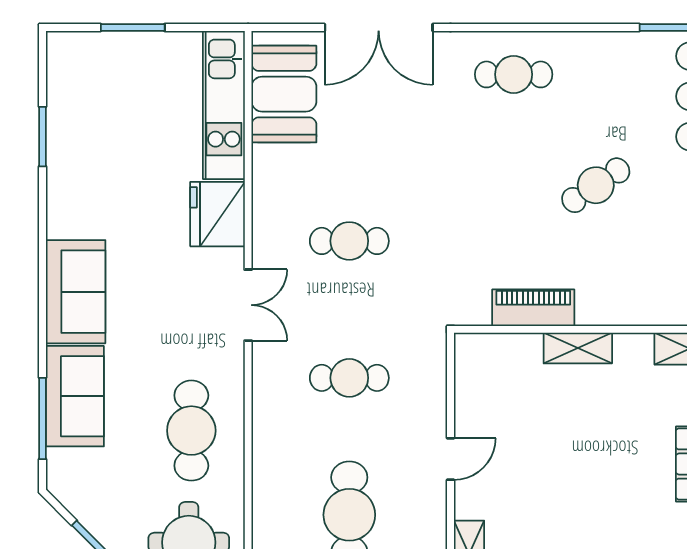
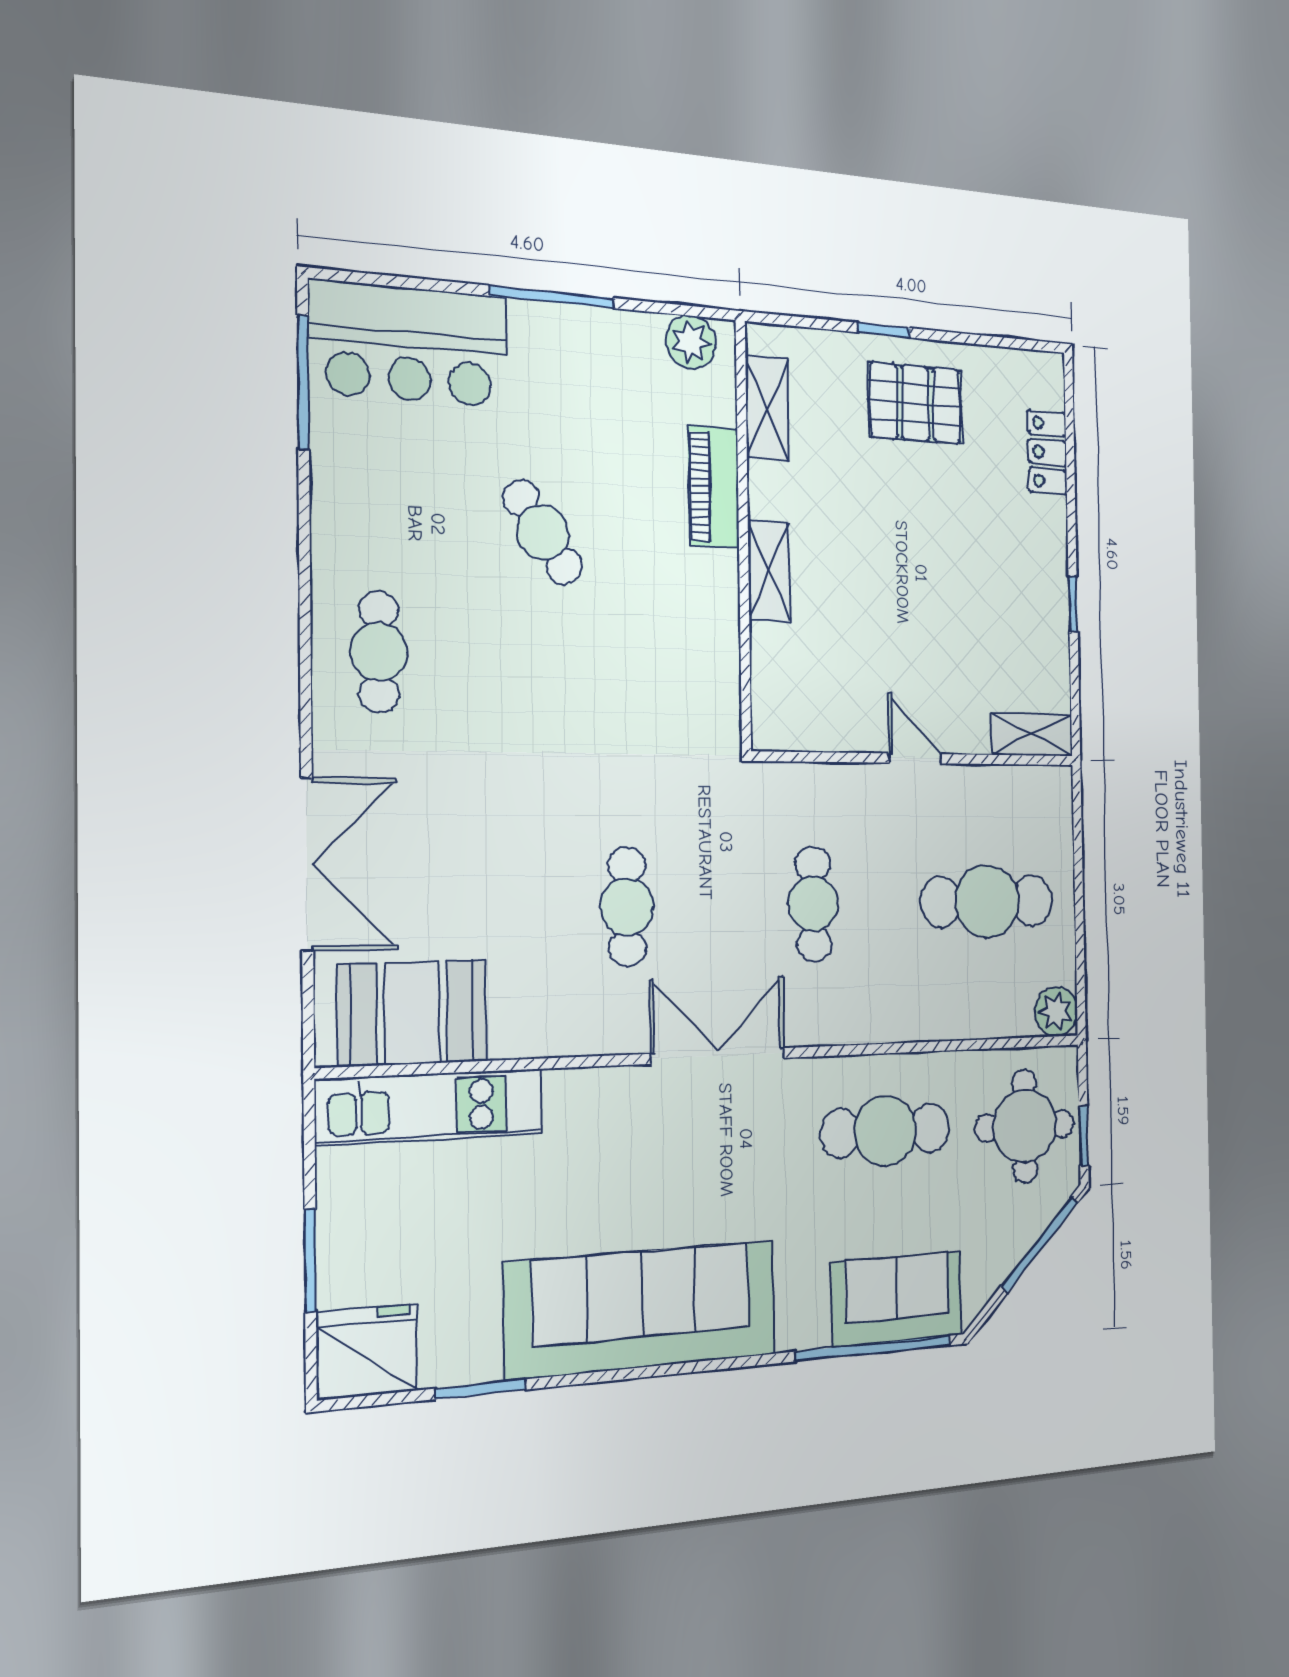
fridge: (218, 214) -> (367, 1352), moved, turned 180
sofa: (76, 292) -> (642, 1309), width x1.85, depth x1.27
double door: (248, 305) -> (718, 1056), width x1.37
piano: (533, 308) -> (713, 487), moved
sofa: (75, 396) -> (897, 1299), moved
window: (42, 418) -> (874, 1348), width x1.46

